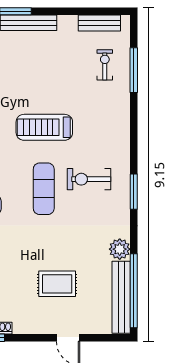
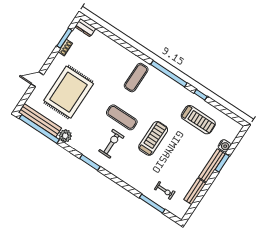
bench: (99, 23) -> (195, 191), moved
rug: (57, 284) -> (69, 92), width x1.86, depth x2.06

